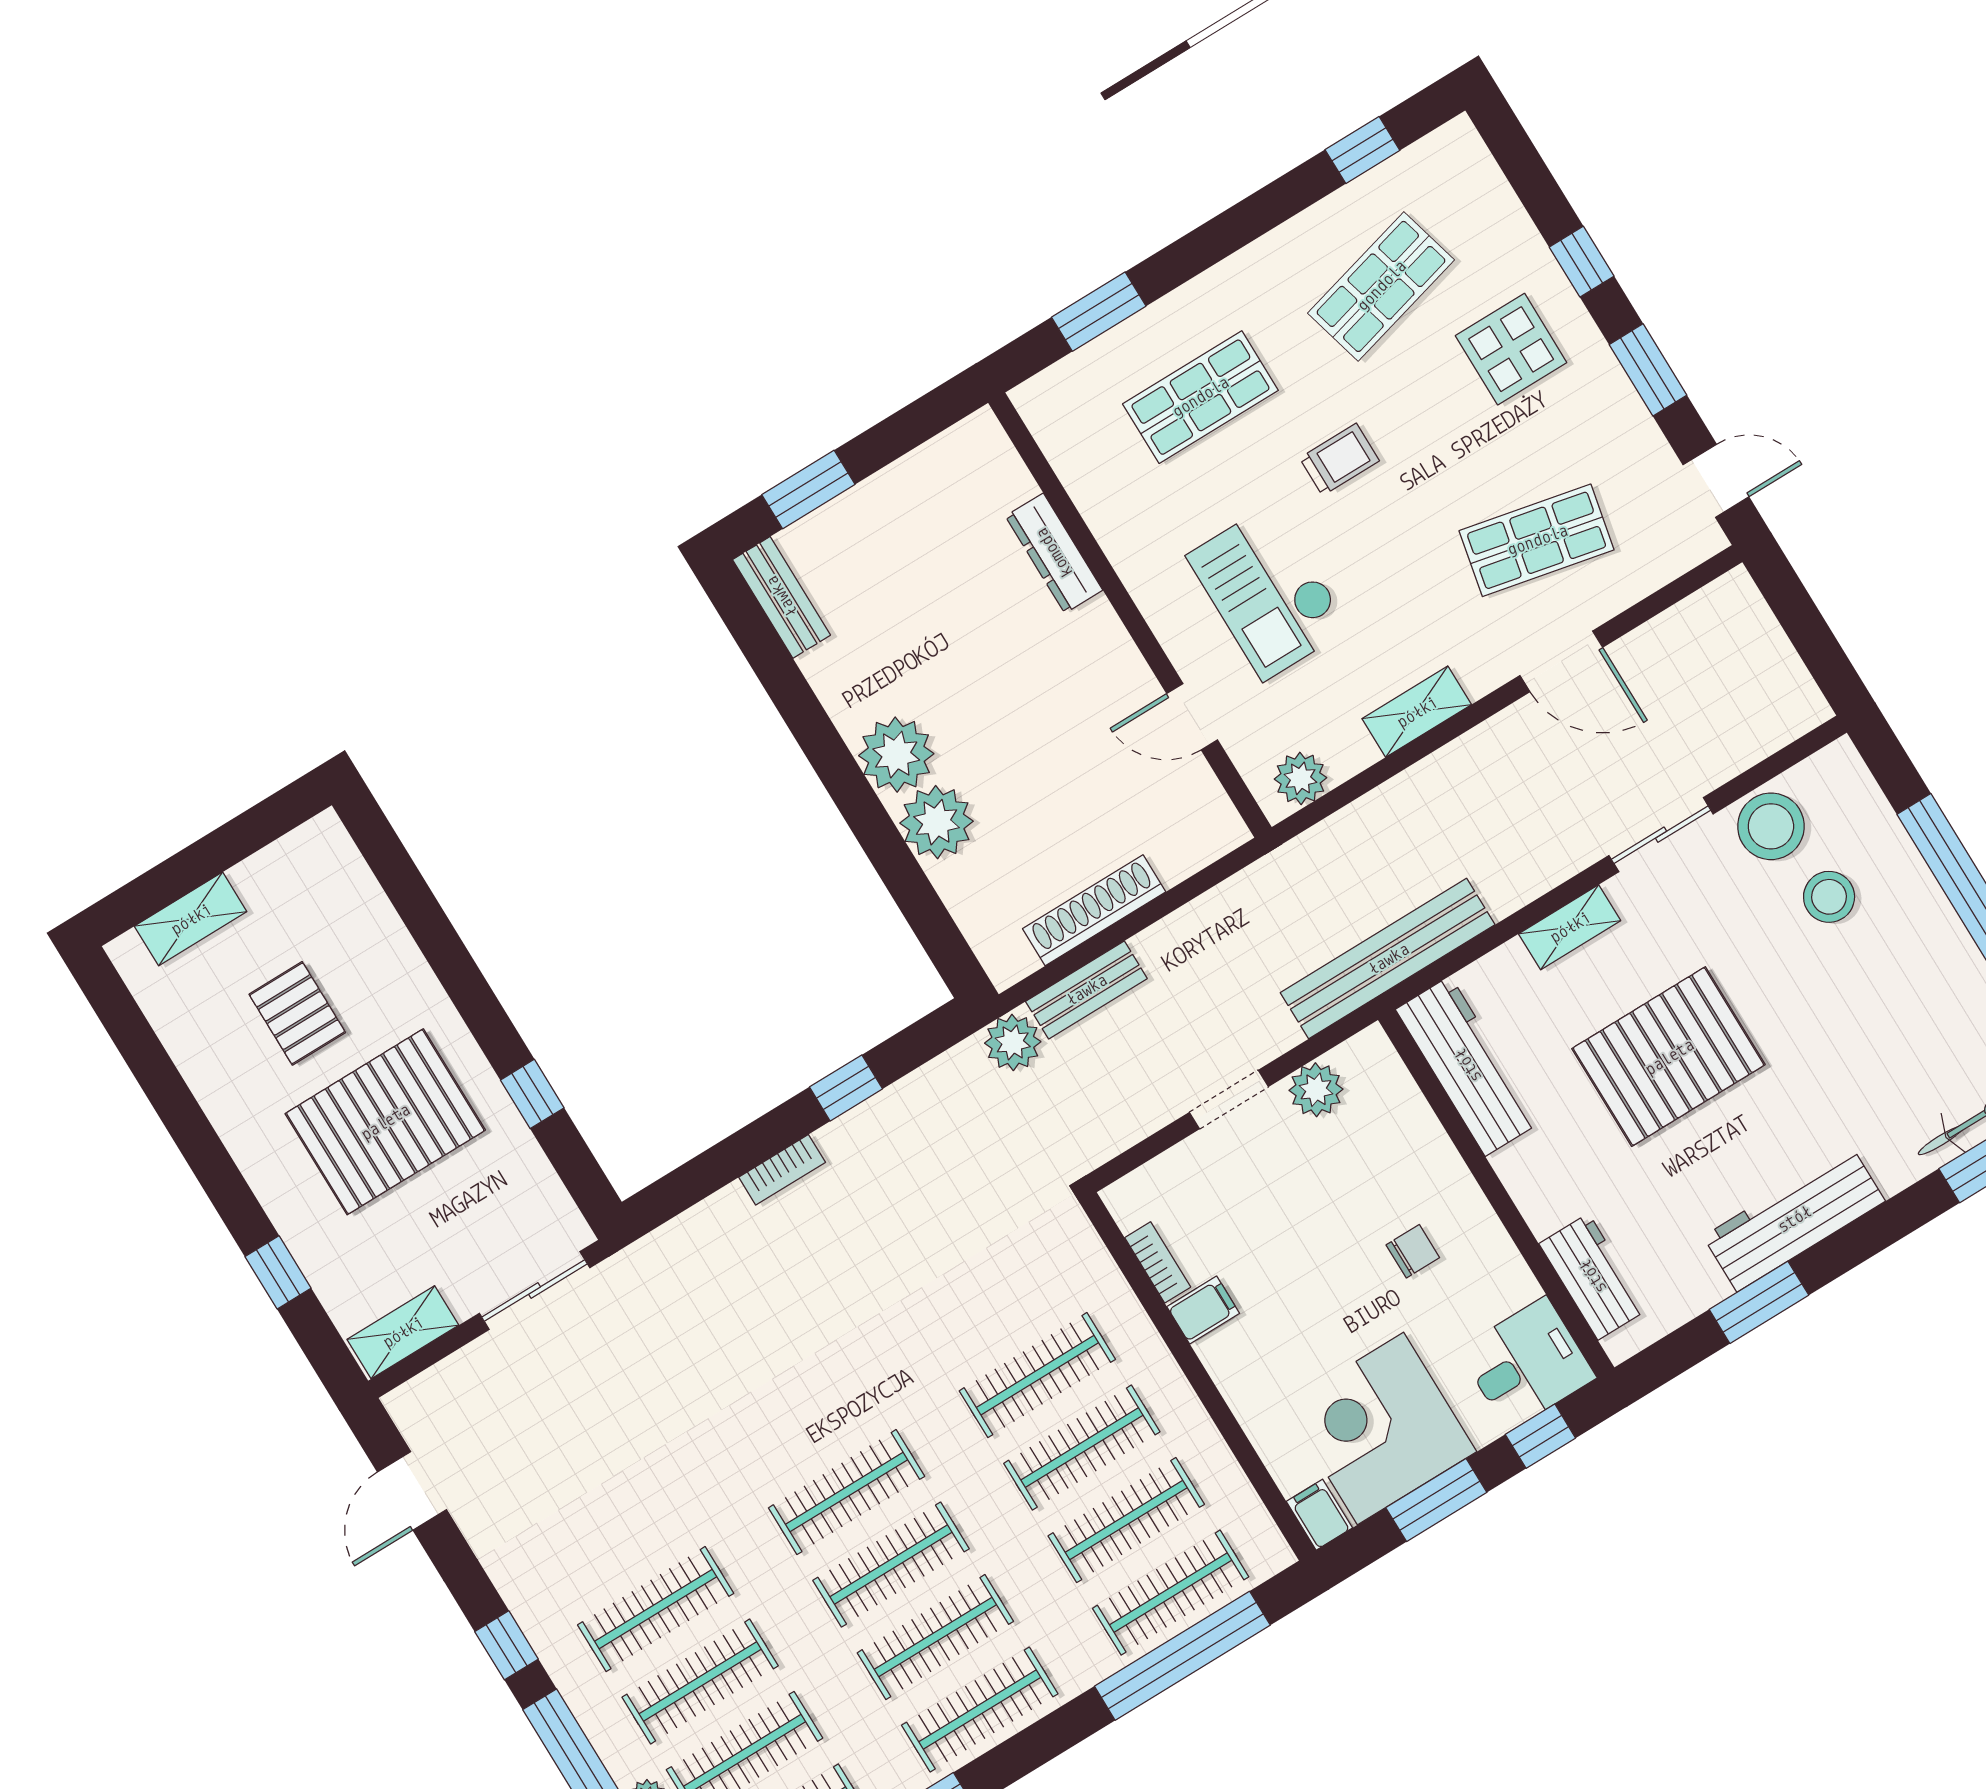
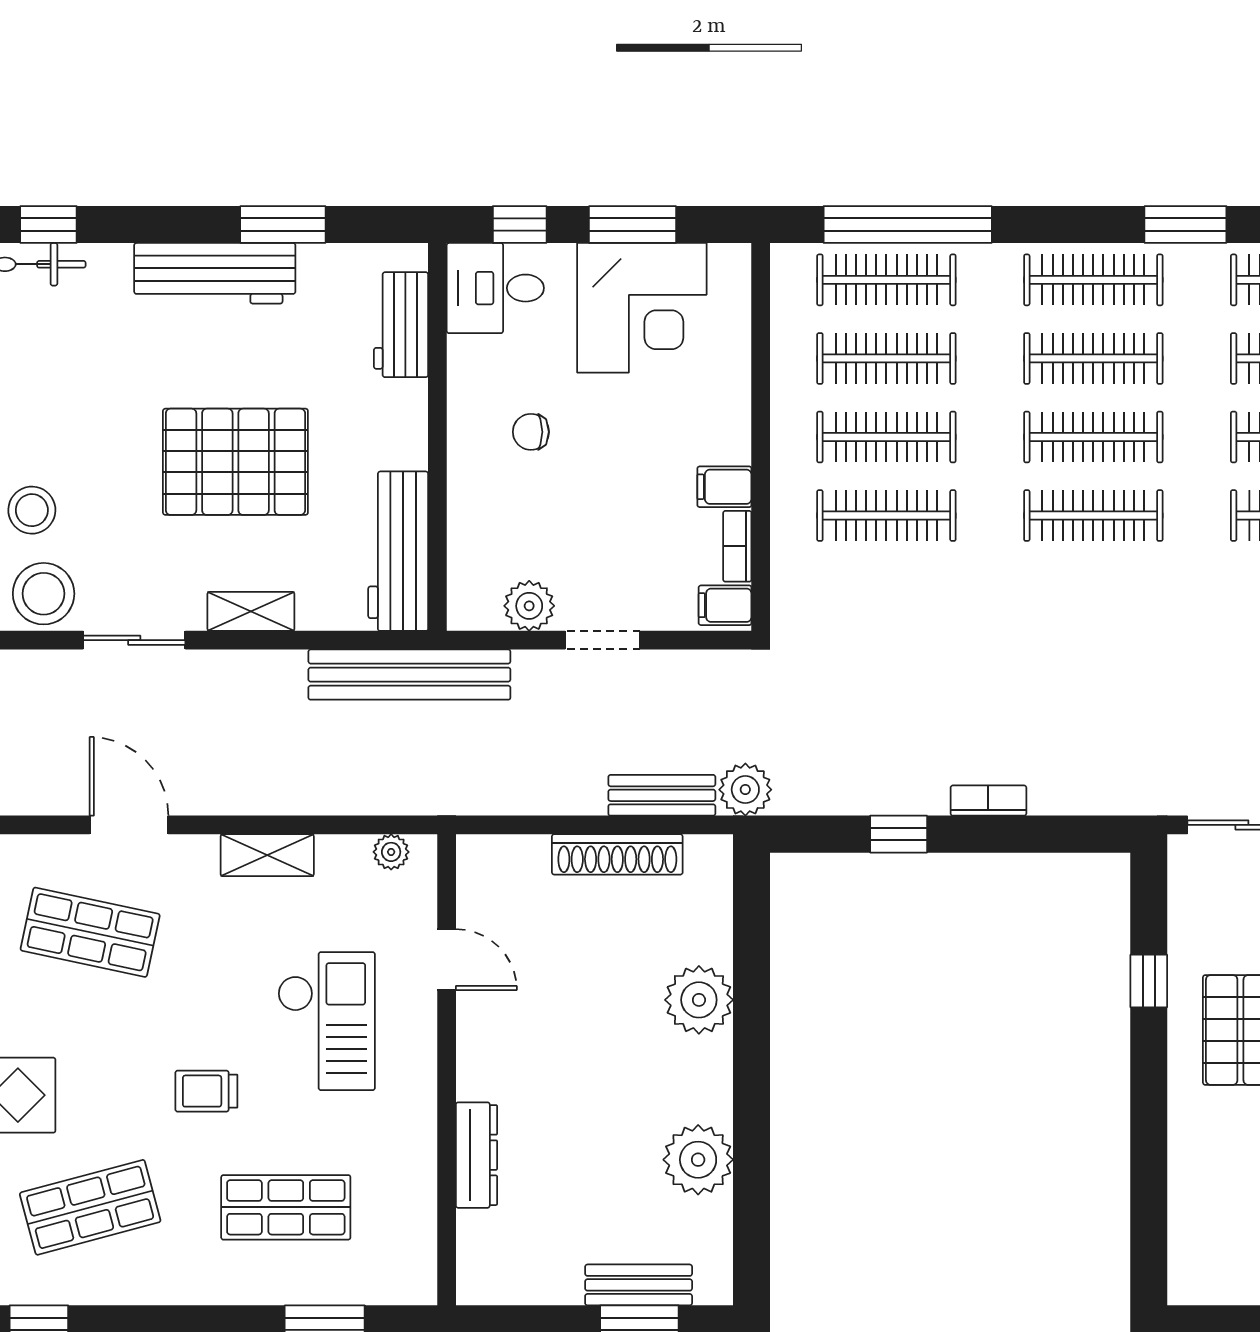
bench: (782, 597) -> (639, 1285), moved, turned 90
plant: (896, 755) -> (698, 1160), moved
plant: (1300, 778) -> (391, 852), width x0.73, depth x0.73
filing cabinet: (1319, 1515) -> (725, 605), moved, turned 90

